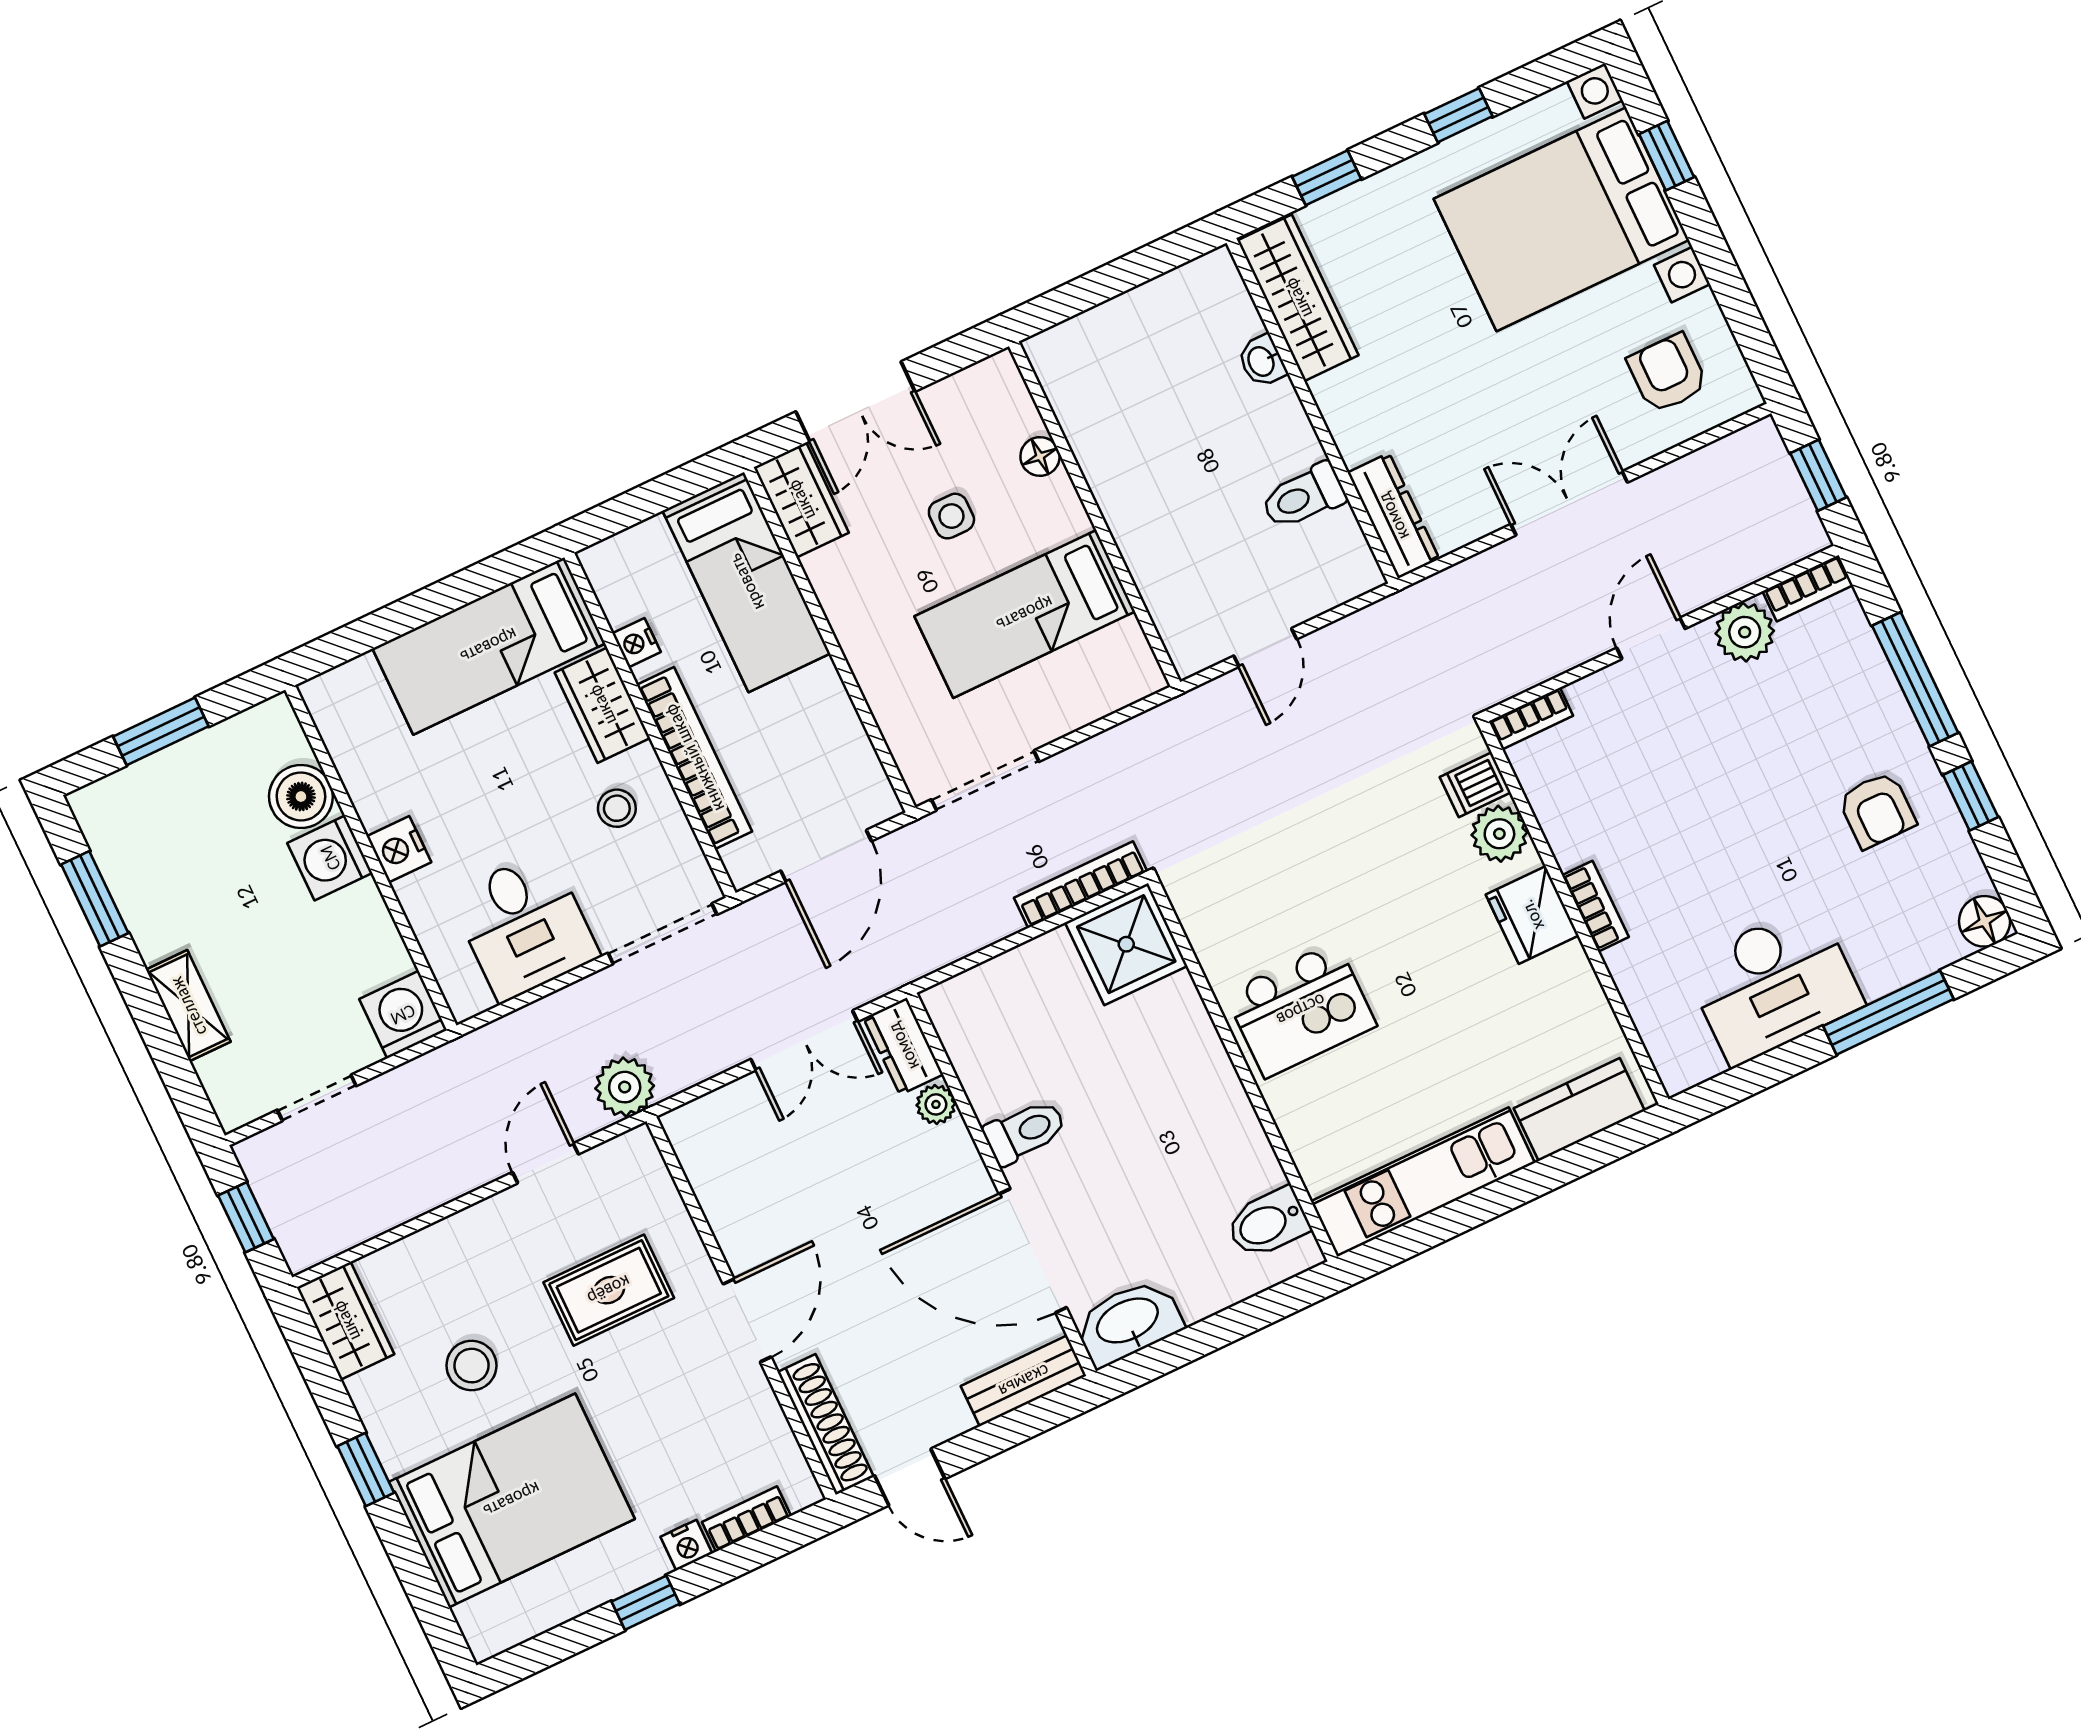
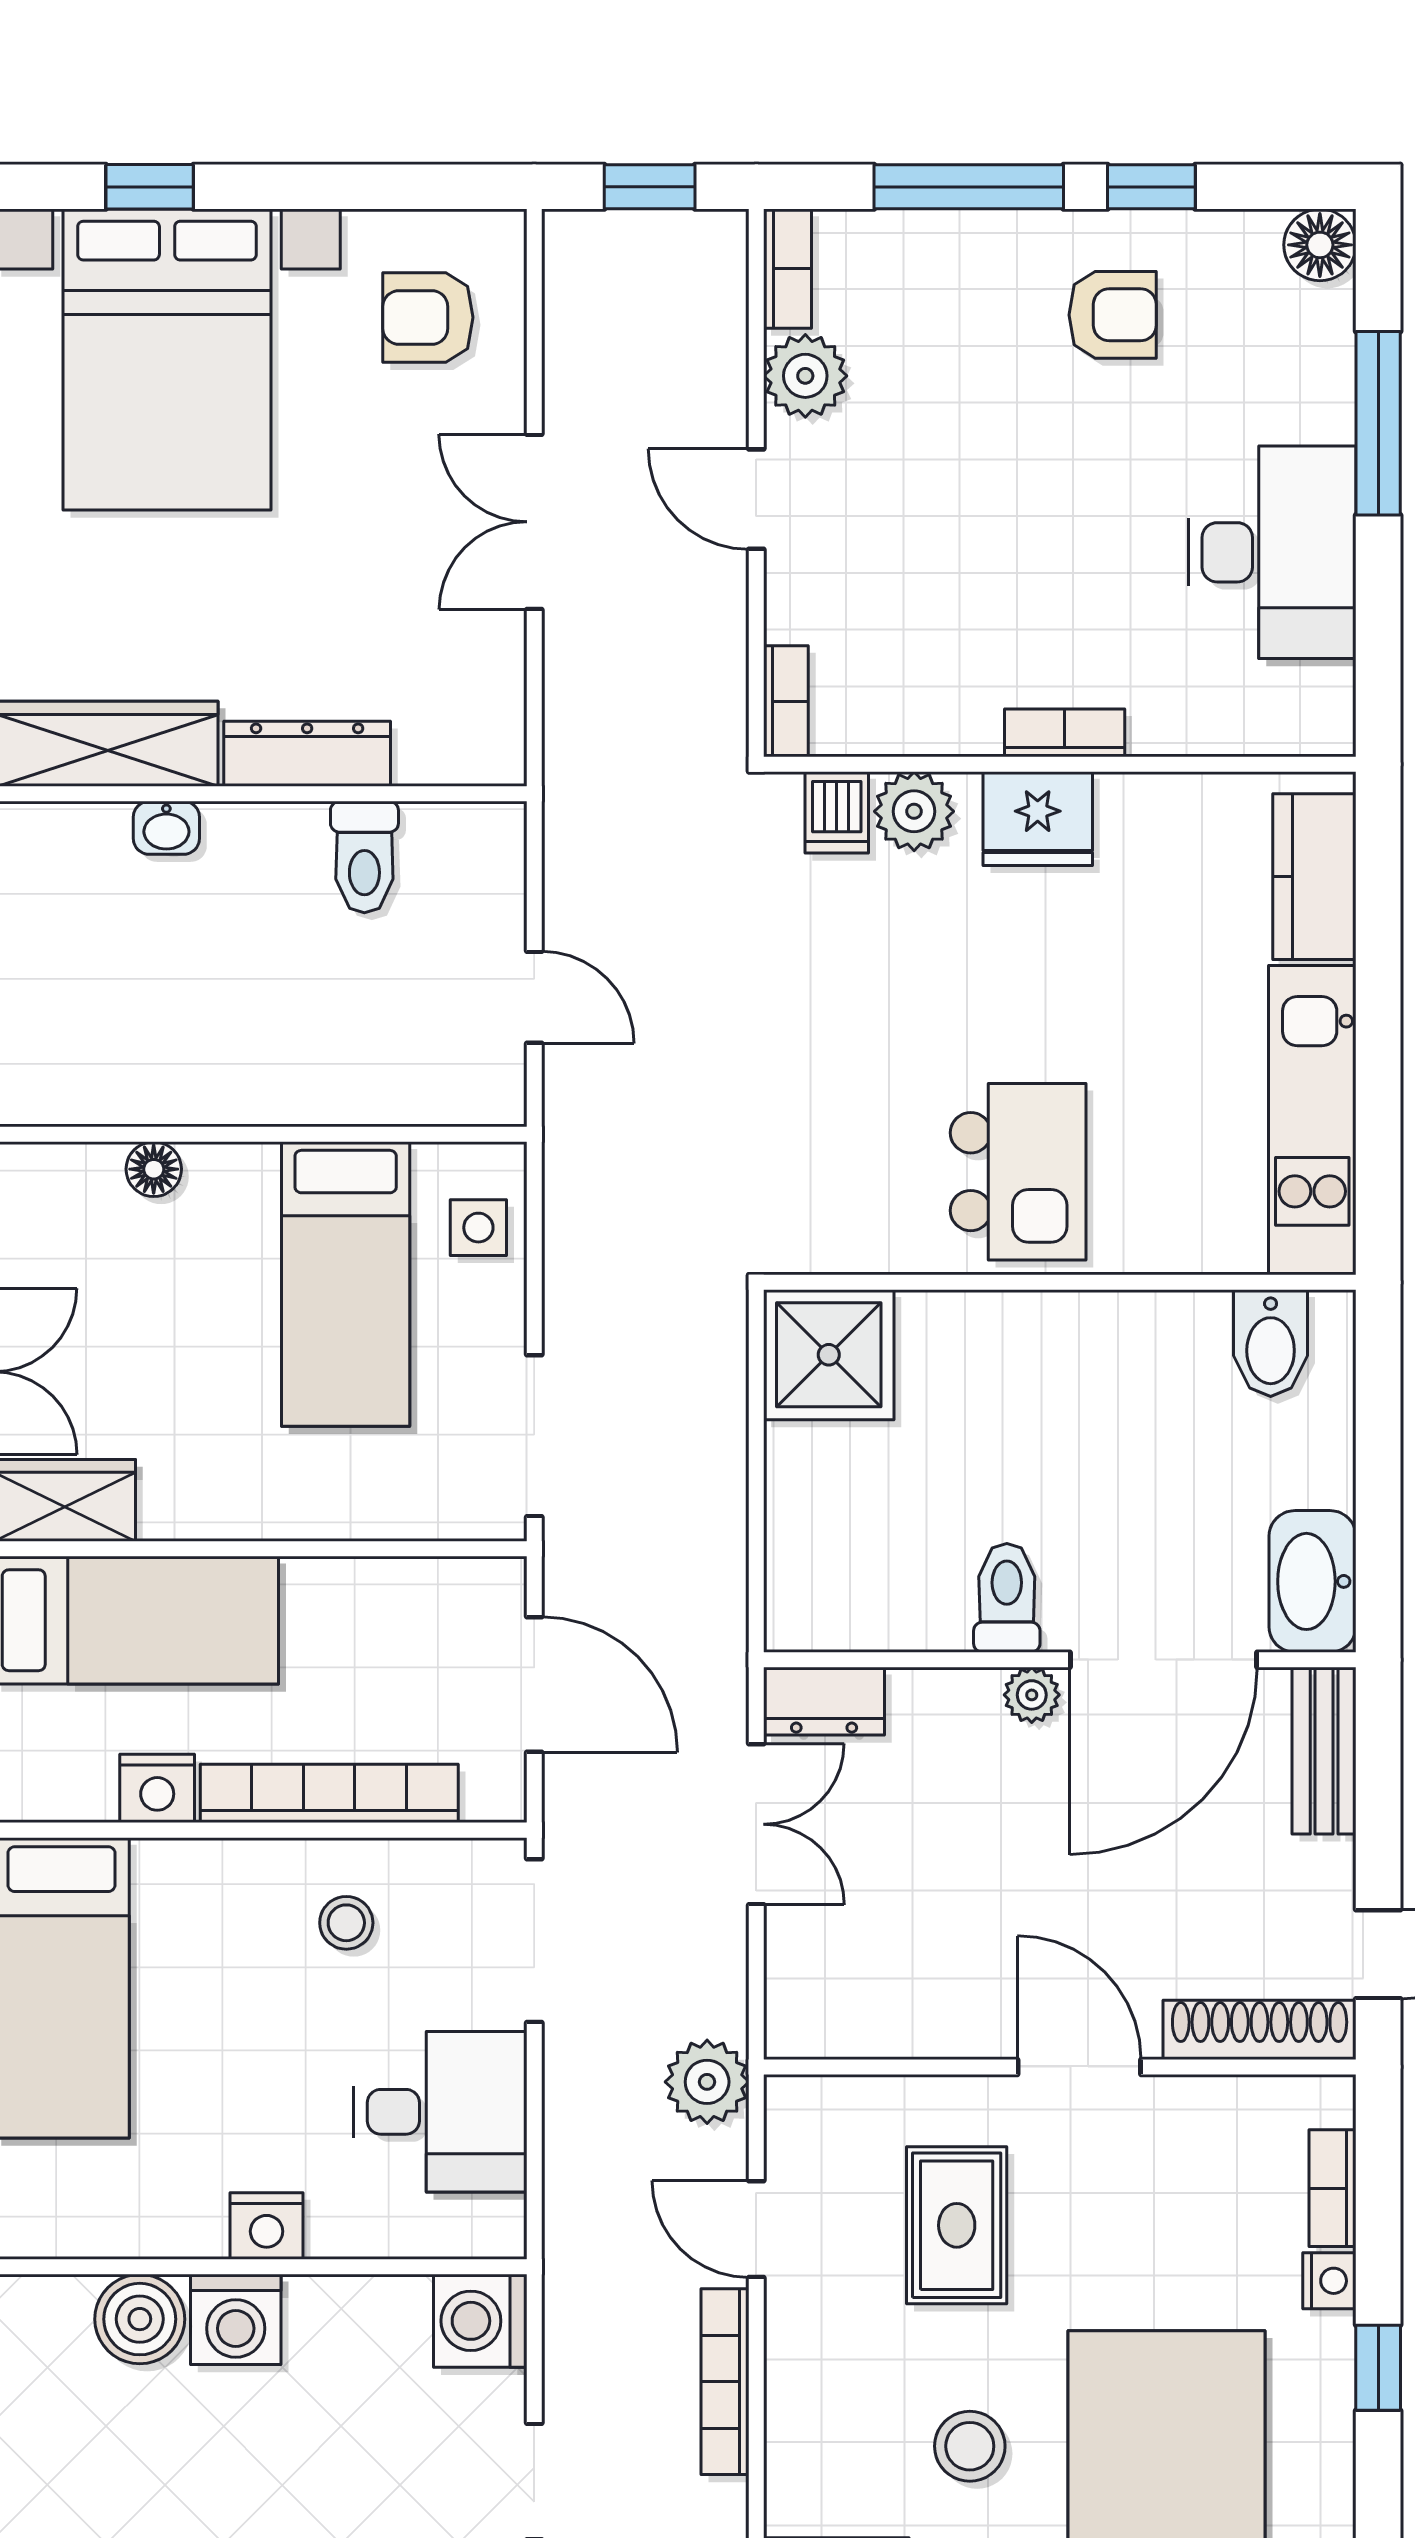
side table: (951, 516) -> (478, 1228), moved
dresser: (1393, 516) -> (307, 754), moved
nightstand: (636, 643) -> (157, 1788), width x1.39, depth x1.35
wardrobe: (602, 705) -> (206, 1879), removed
bookcase: (1081, 885) -> (725, 2382), moved
plant: (936, 1104) -> (1032, 1695), moved

